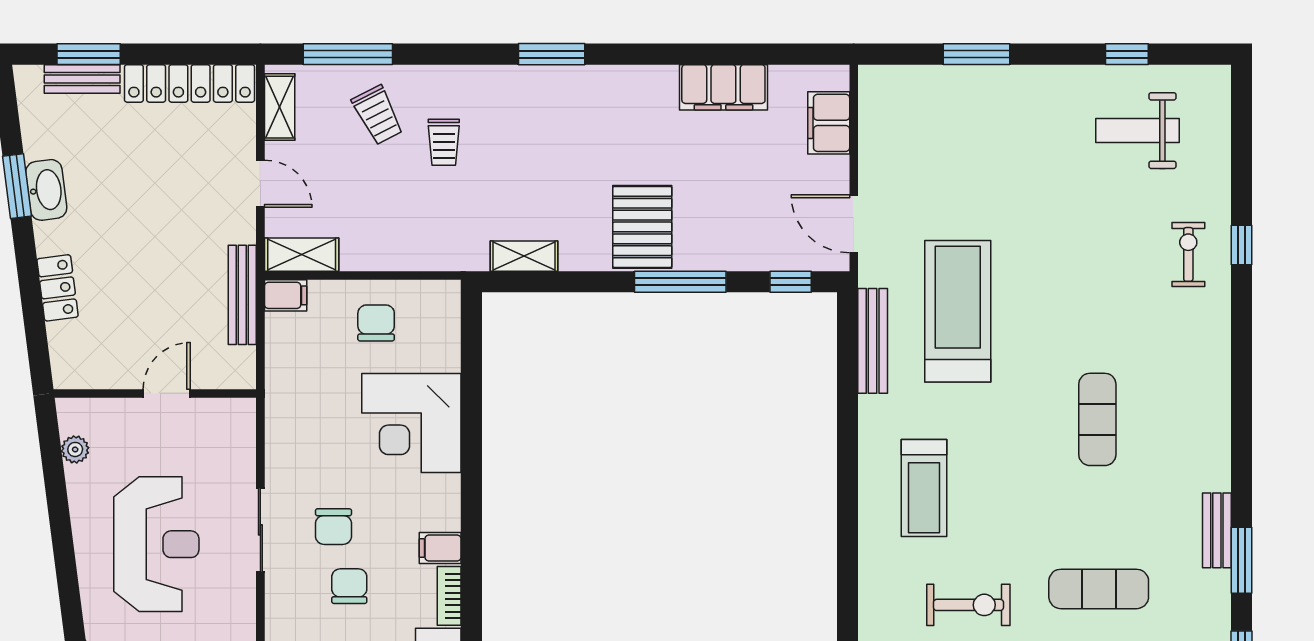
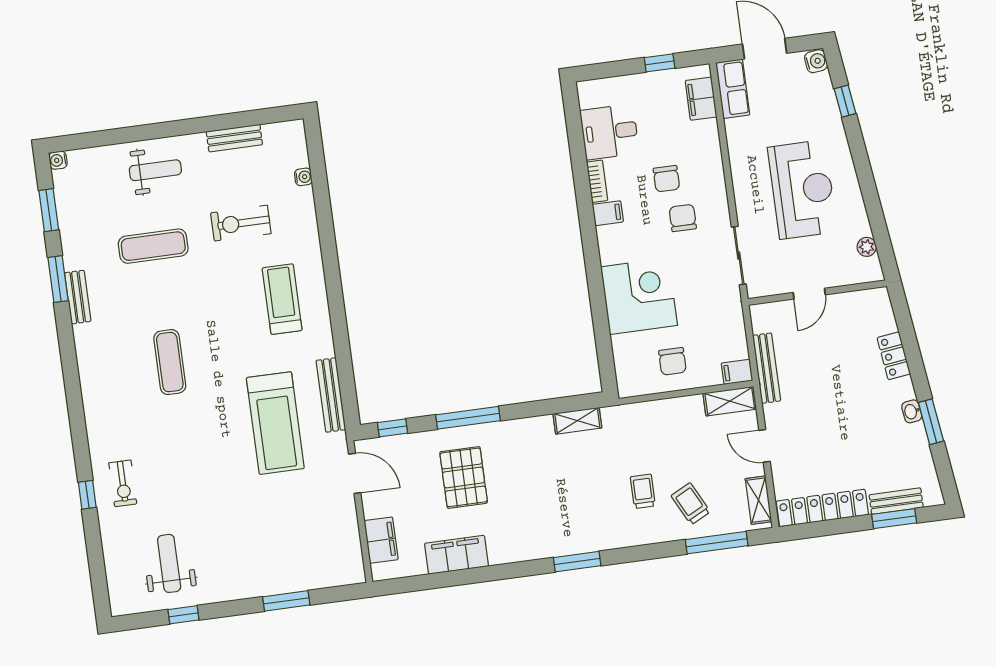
weight bench: (1137, 131) -> (169, 563), turned -90
washbasin: (46, 190) -> (912, 411), width x0.52, depth x0.69
pallet: (642, 227) -> (464, 477), moved
sliding door: (260, 530) -> (739, 256), moved
reception desk: (156, 544) -> (802, 190), turned 180

